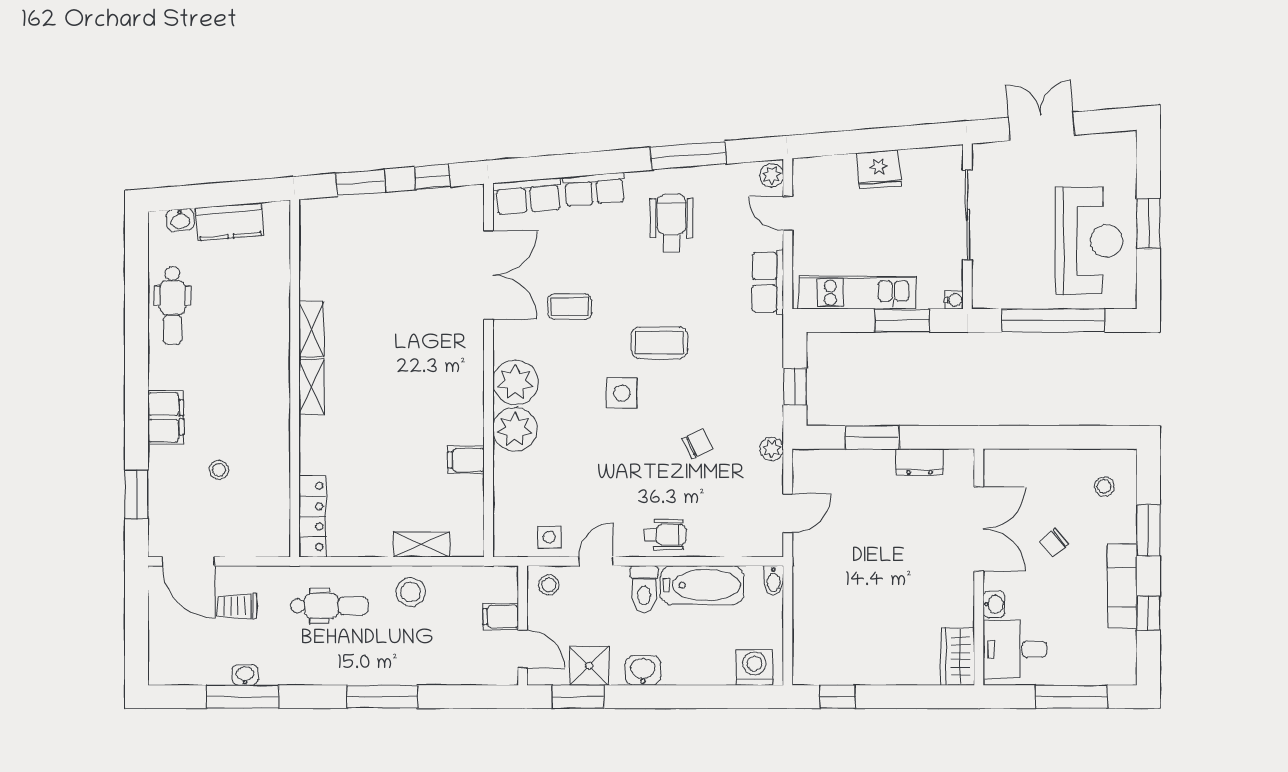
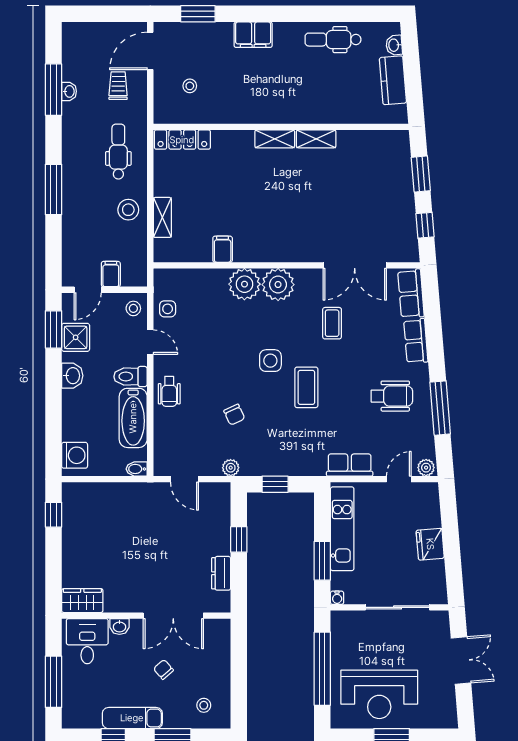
window: (872, 437) -> (239, 539), width x0.67
stool: (219, 470) -> (190, 86), moved
dental chair: (329, 606) -> (118, 152), turned 180

